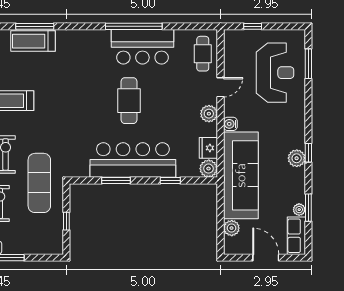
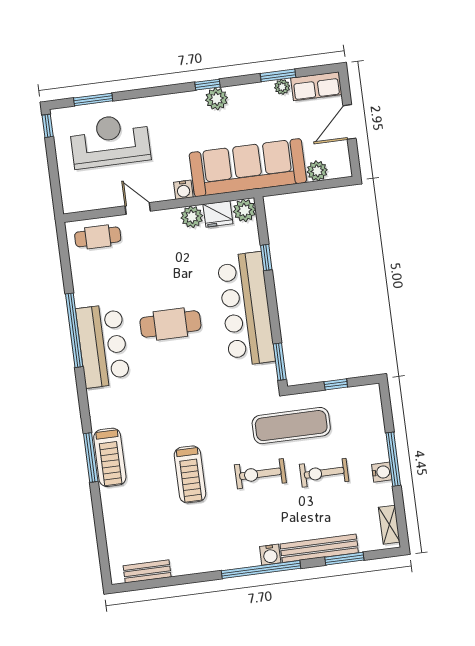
window: (253, 26) -> (48, 126), moved
bar counter: (142, 47) -> (103, 346), moved
plant: (209, 114) -> (192, 217), moved
window: (116, 181) -> (280, 362), moved

